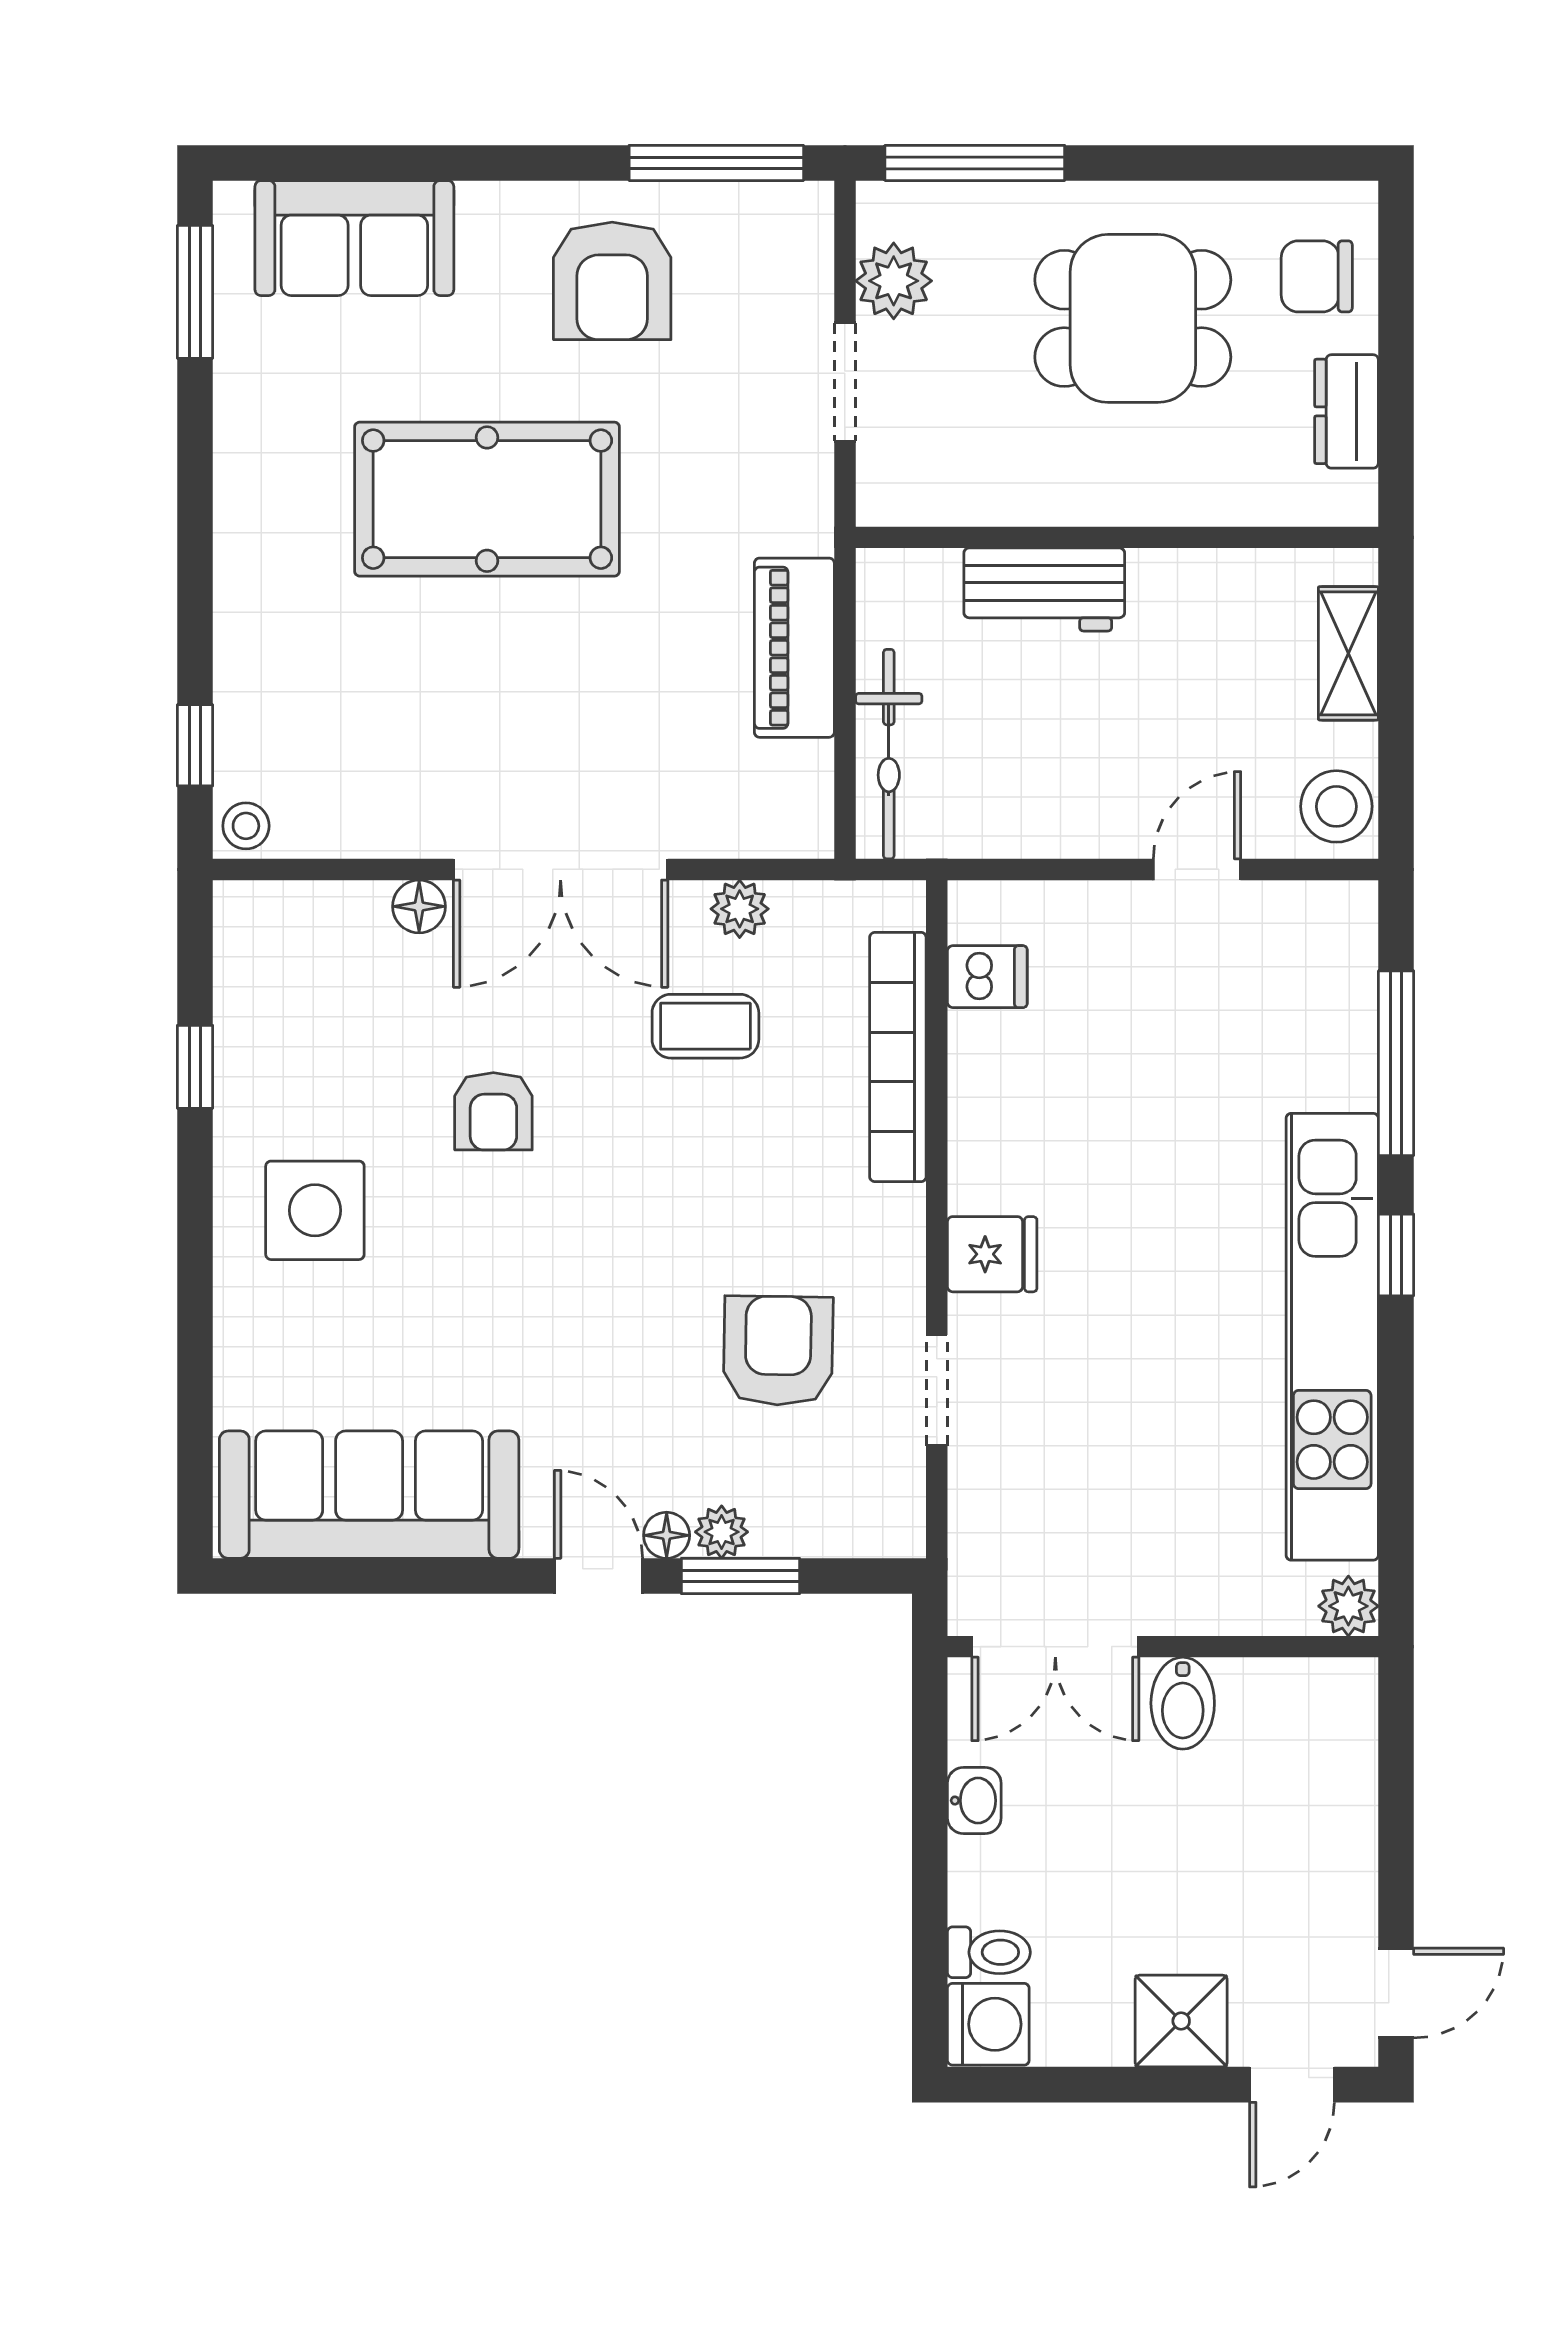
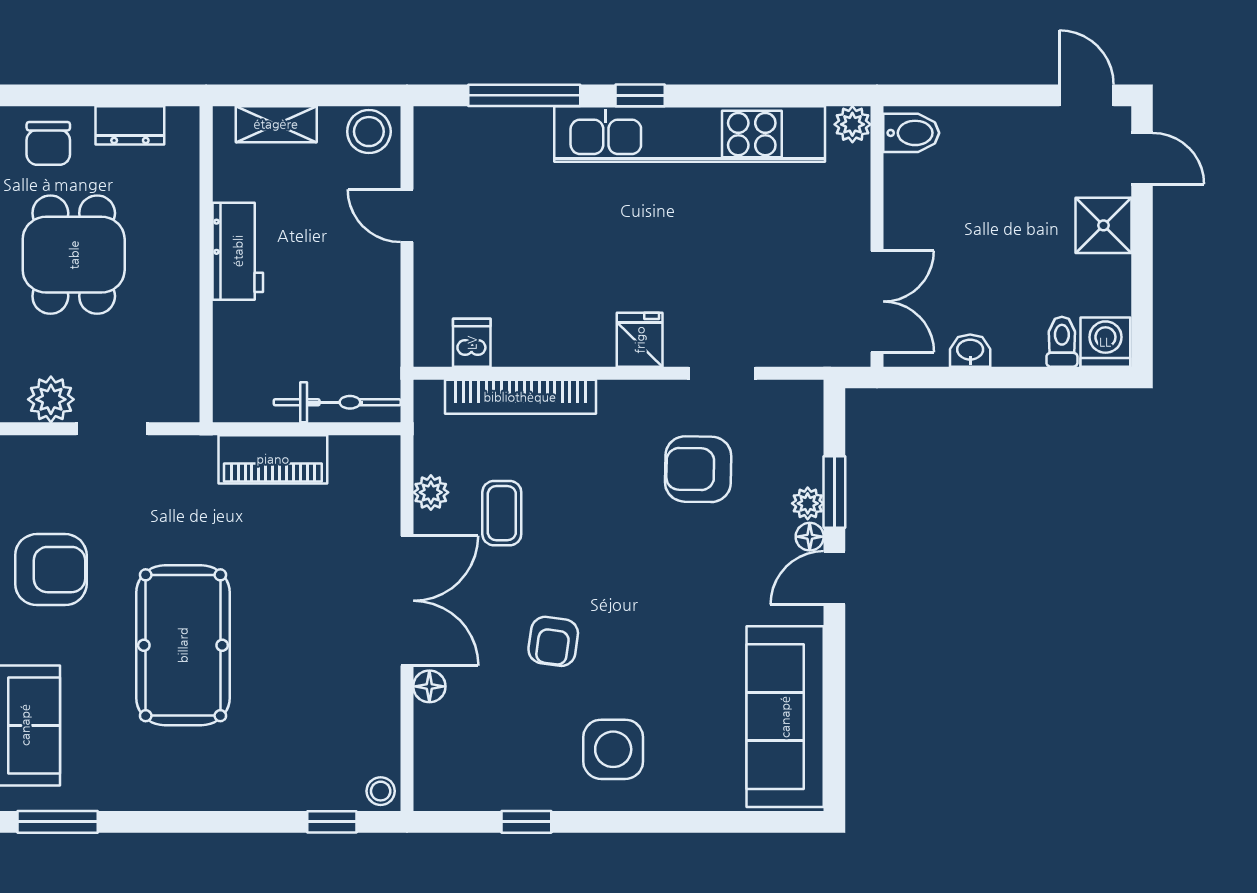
workbench: (1044, 590) -> (238, 251), moved
armchair: (493, 1111) -> (553, 641), turned 98
bidet: (1183, 1703) -> (911, 133), moved

